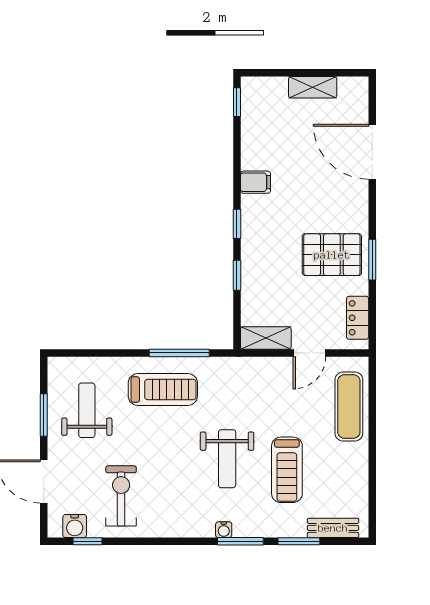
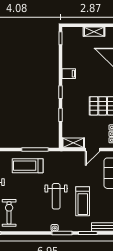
treadmill: (163, 390) -> (28, 166), turned 180

